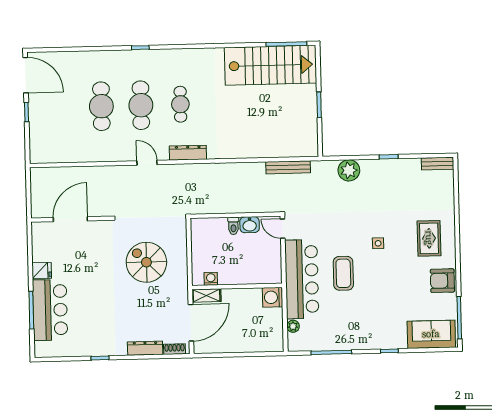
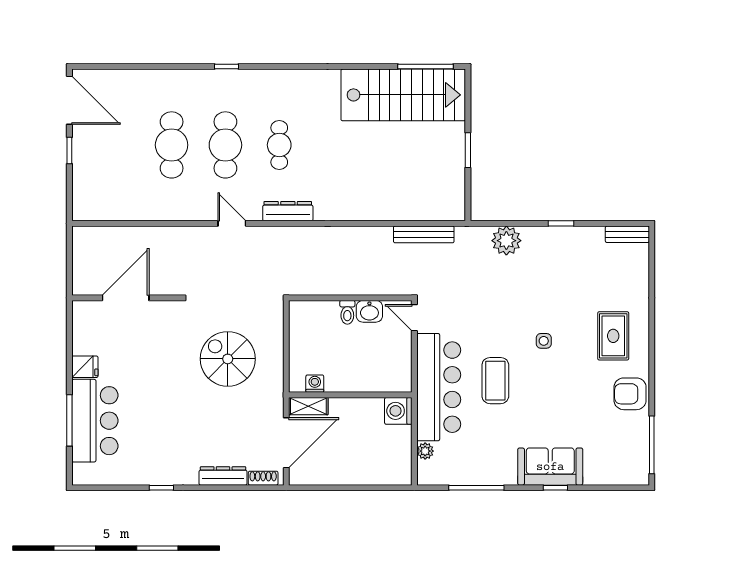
sofa: (431, 334) -> (550, 467), moved

